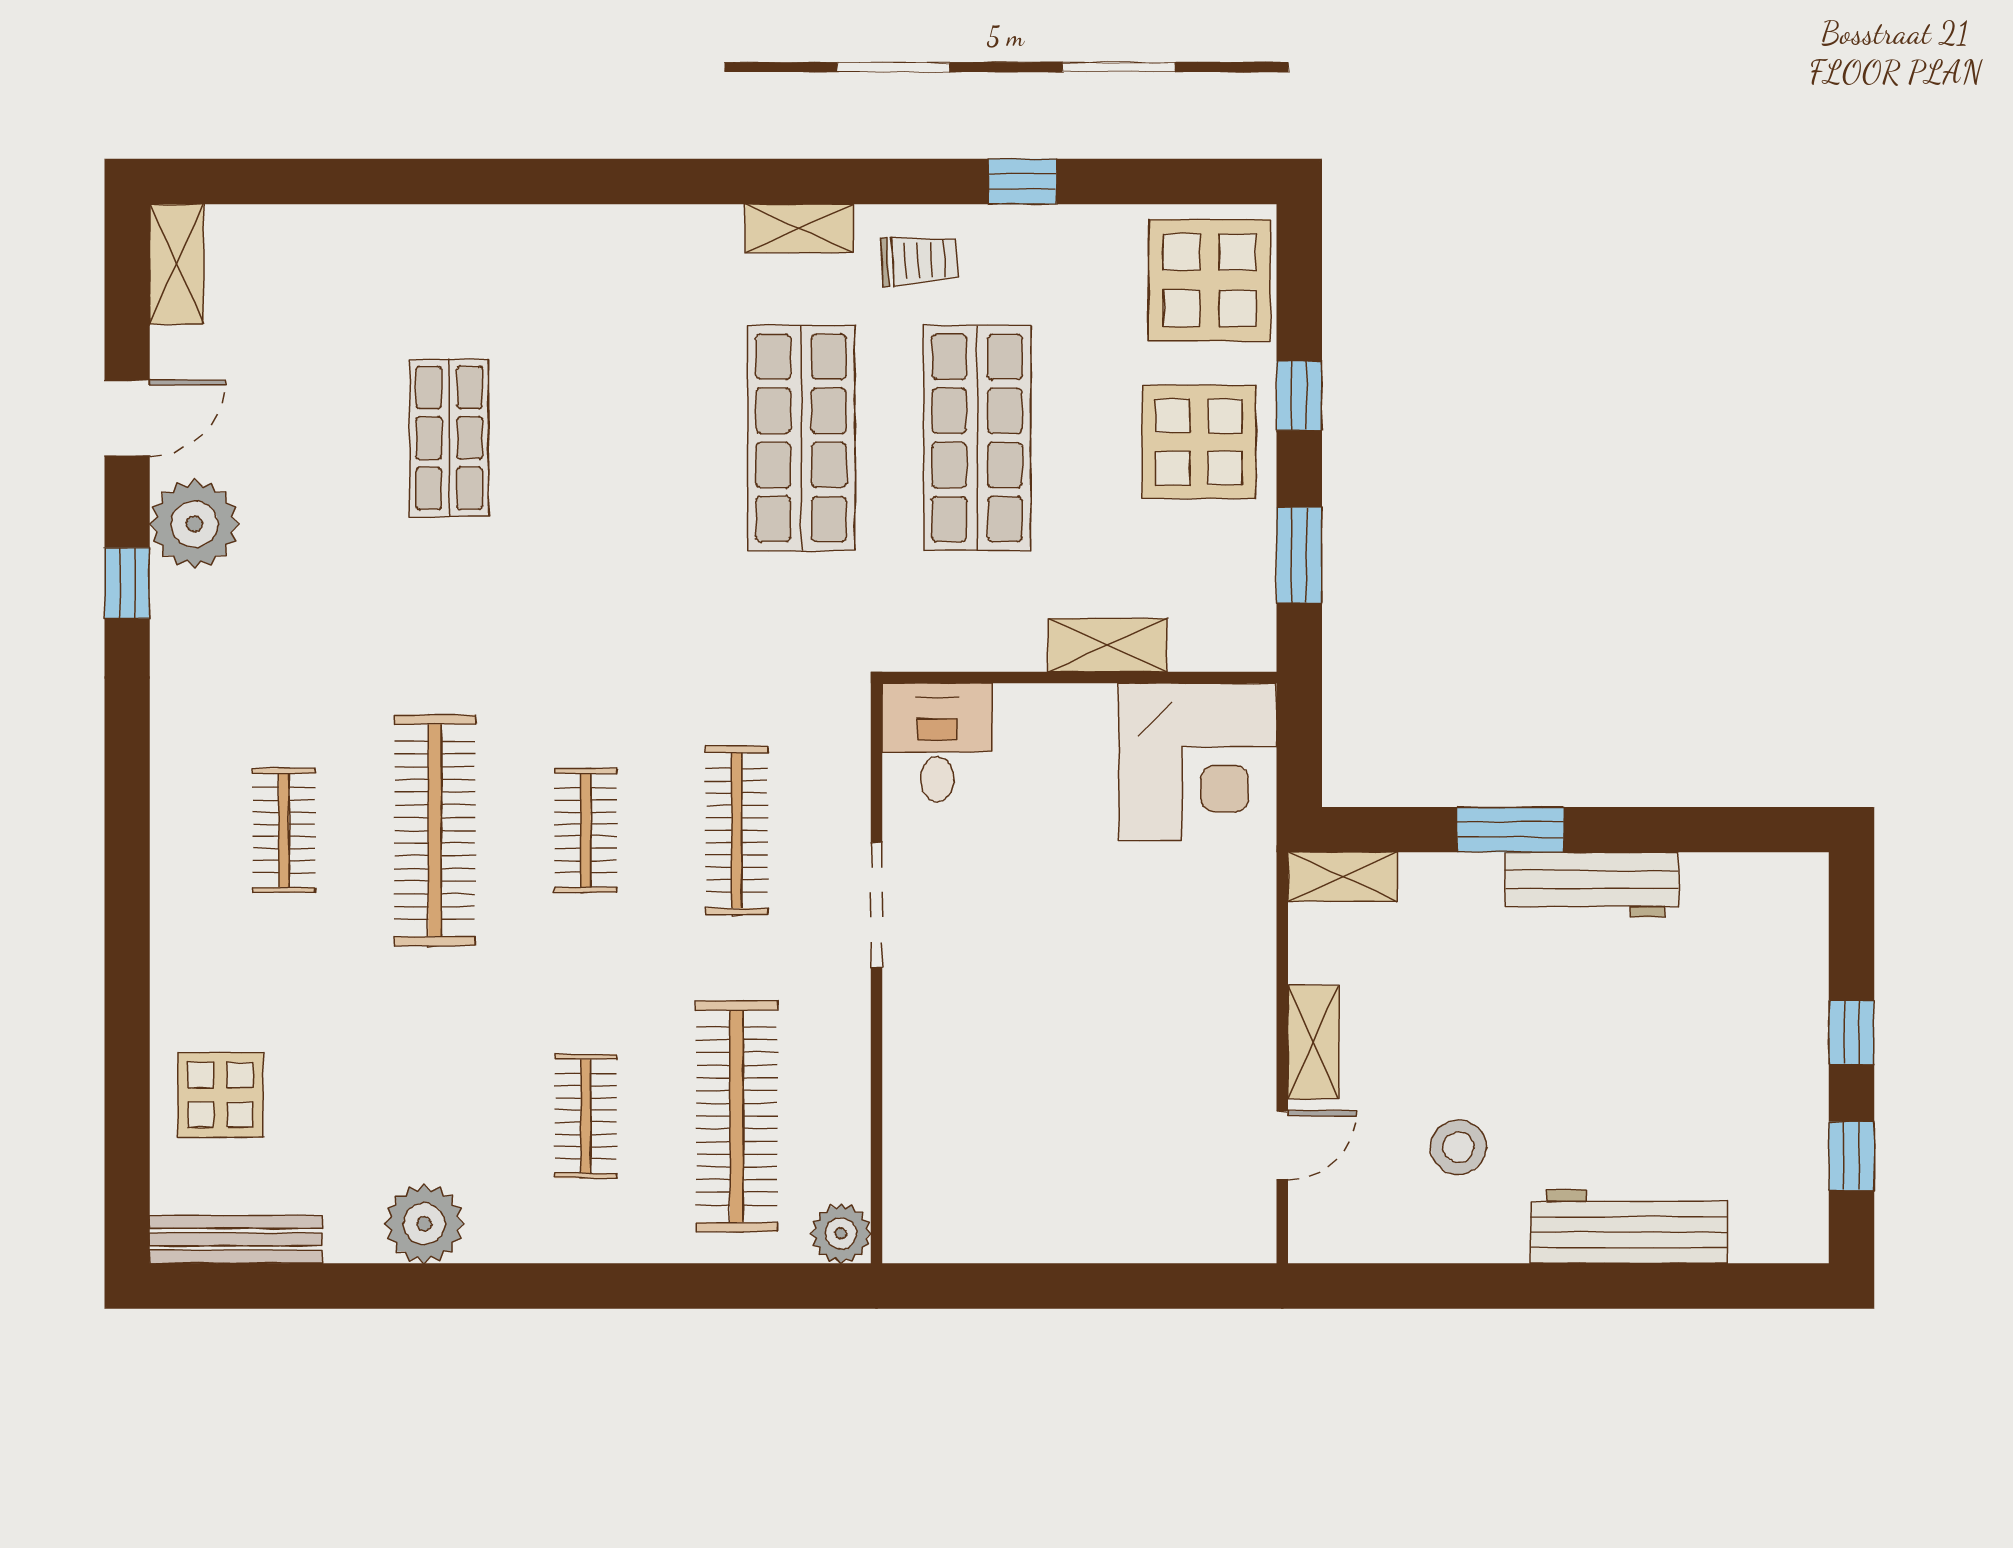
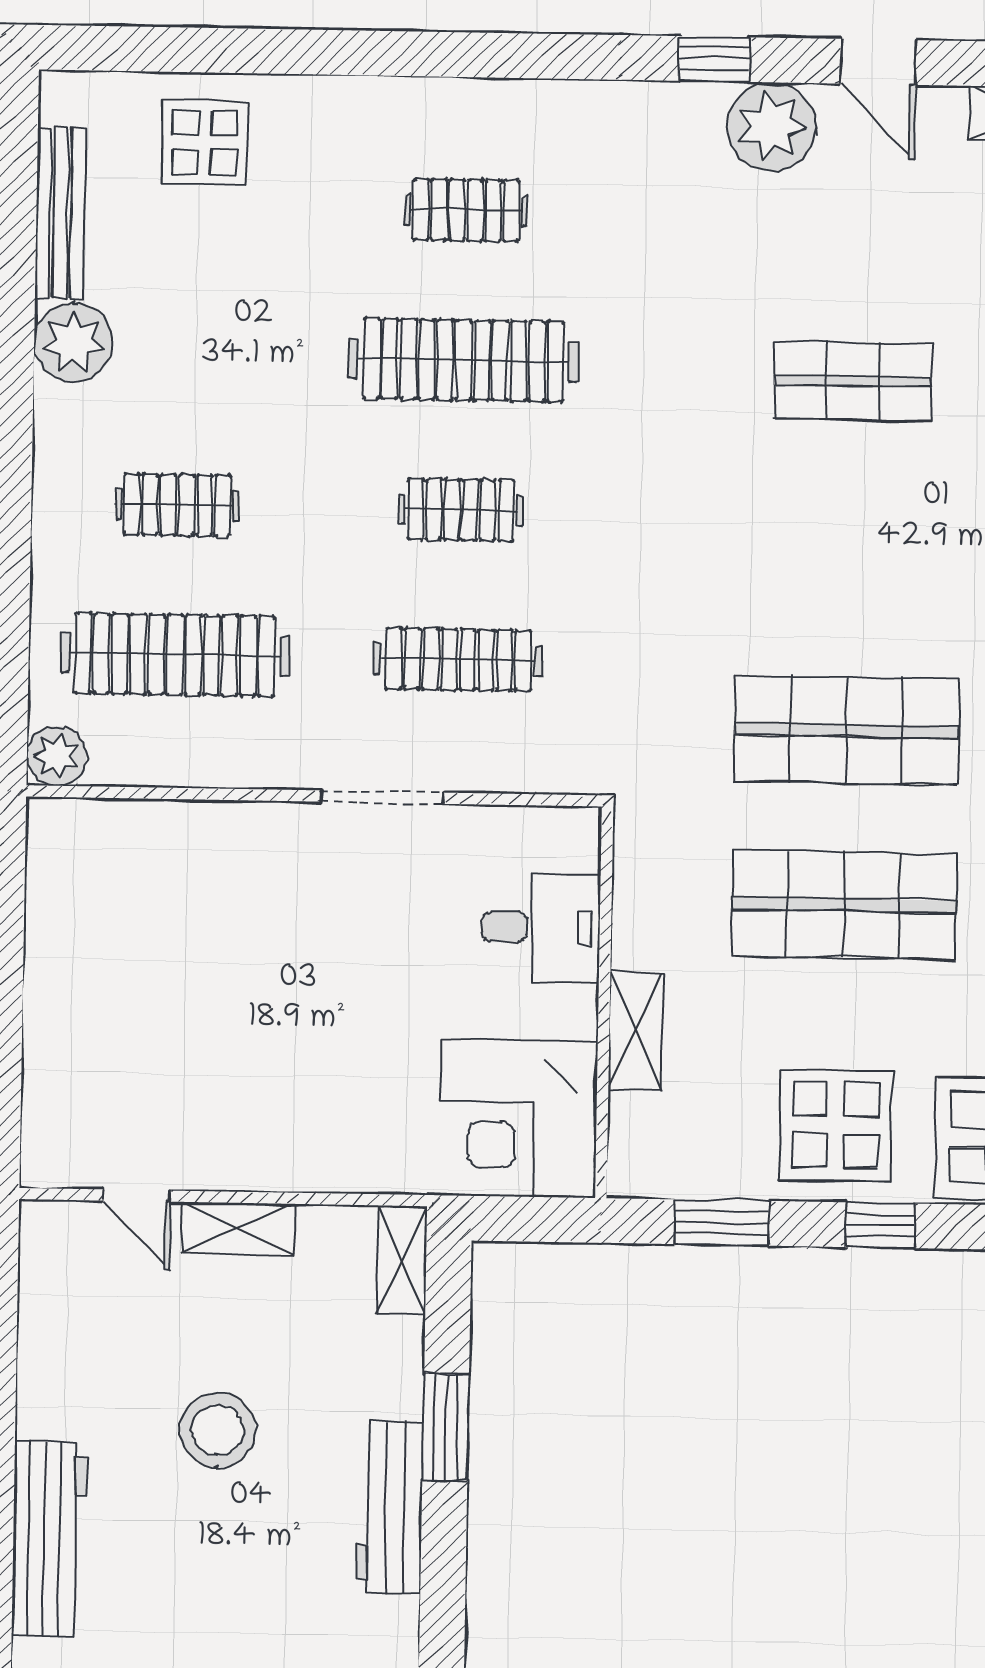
desk: (937, 742) -> (541, 928), moved
stool: (1458, 1147) -> (218, 1430), moved, width x1.38, depth x1.38
bench: (236, 1239) -> (60, 213), moved

